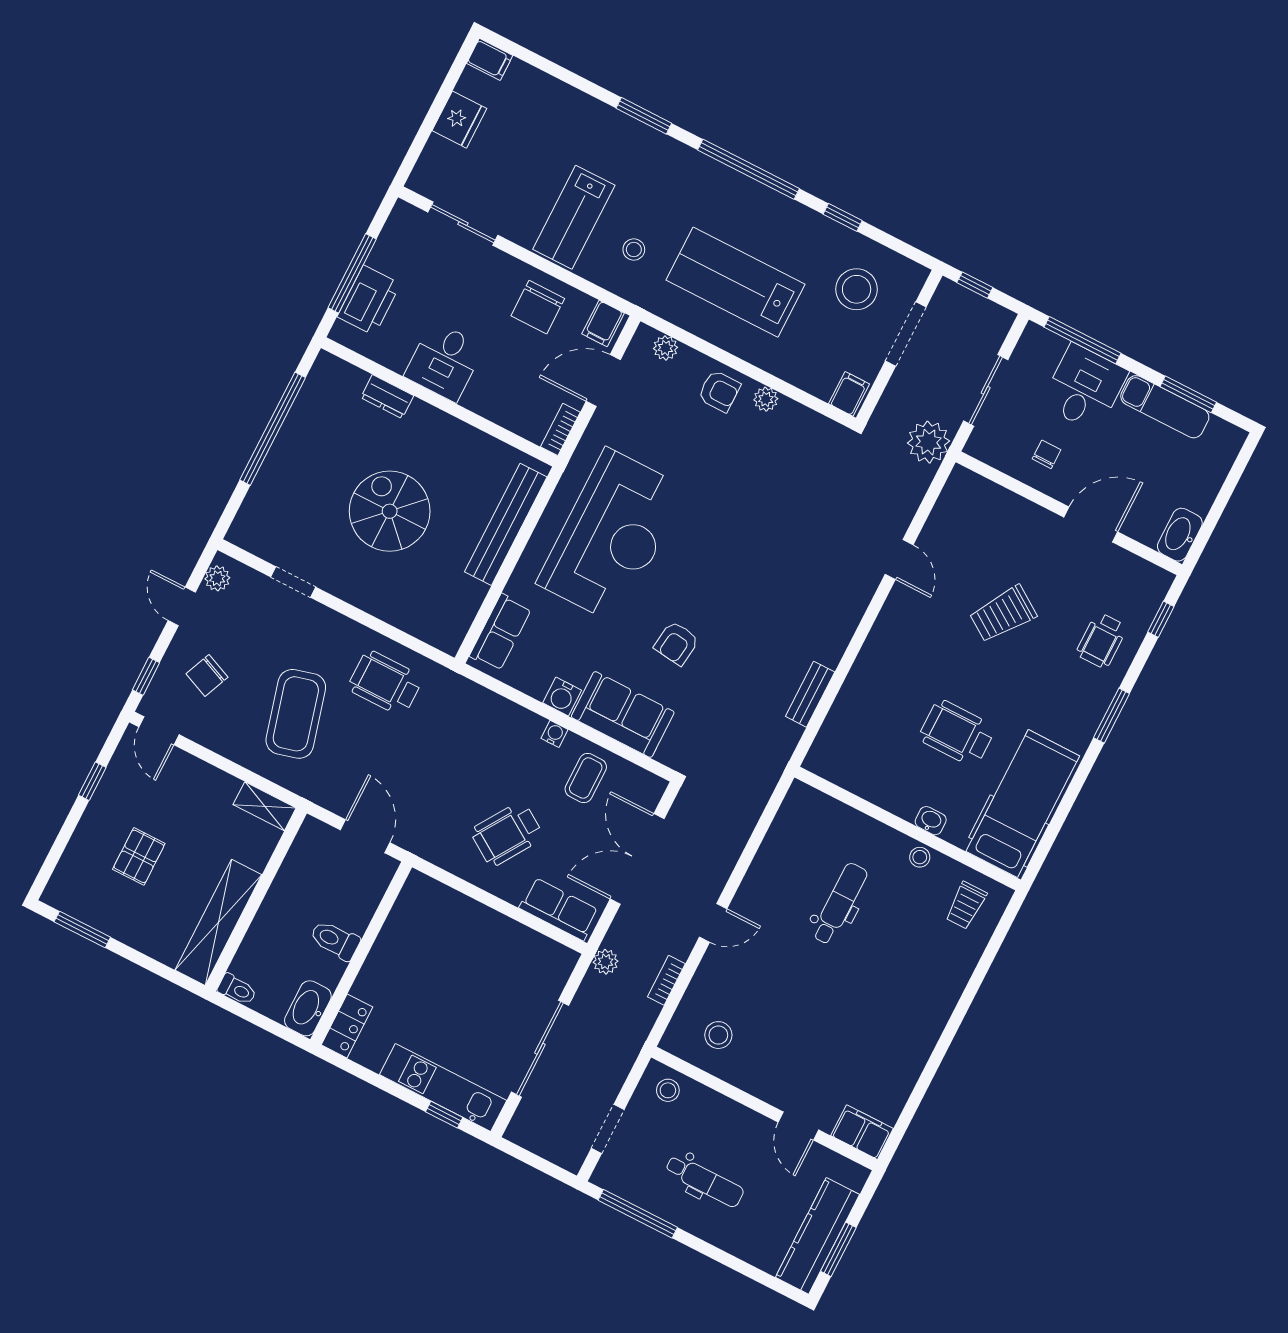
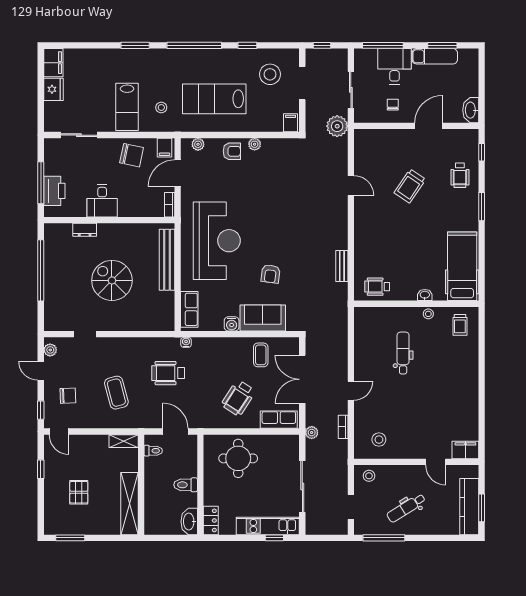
filing cabinet: (490, 59) -> (53, 63), width x2.00
chair: (538, 307) -> (132, 155), turned -78
chair: (207, 675) -> (68, 396), turned -115
wheelchair: (385, 683) -> (168, 373), moved
coffee table: (296, 714) -> (116, 393), width x0.73, depth x0.76
wheelchair: (957, 733) -> (377, 287), moved, width x0.73, depth x0.73
water cooler: (554, 734) -> (186, 342), moved
round table: (452, 941) -> (238, 458), added
toilet: (237, 989) -> (153, 451), moved
dental chair: (705, 1181) -> (406, 508), turned 148

